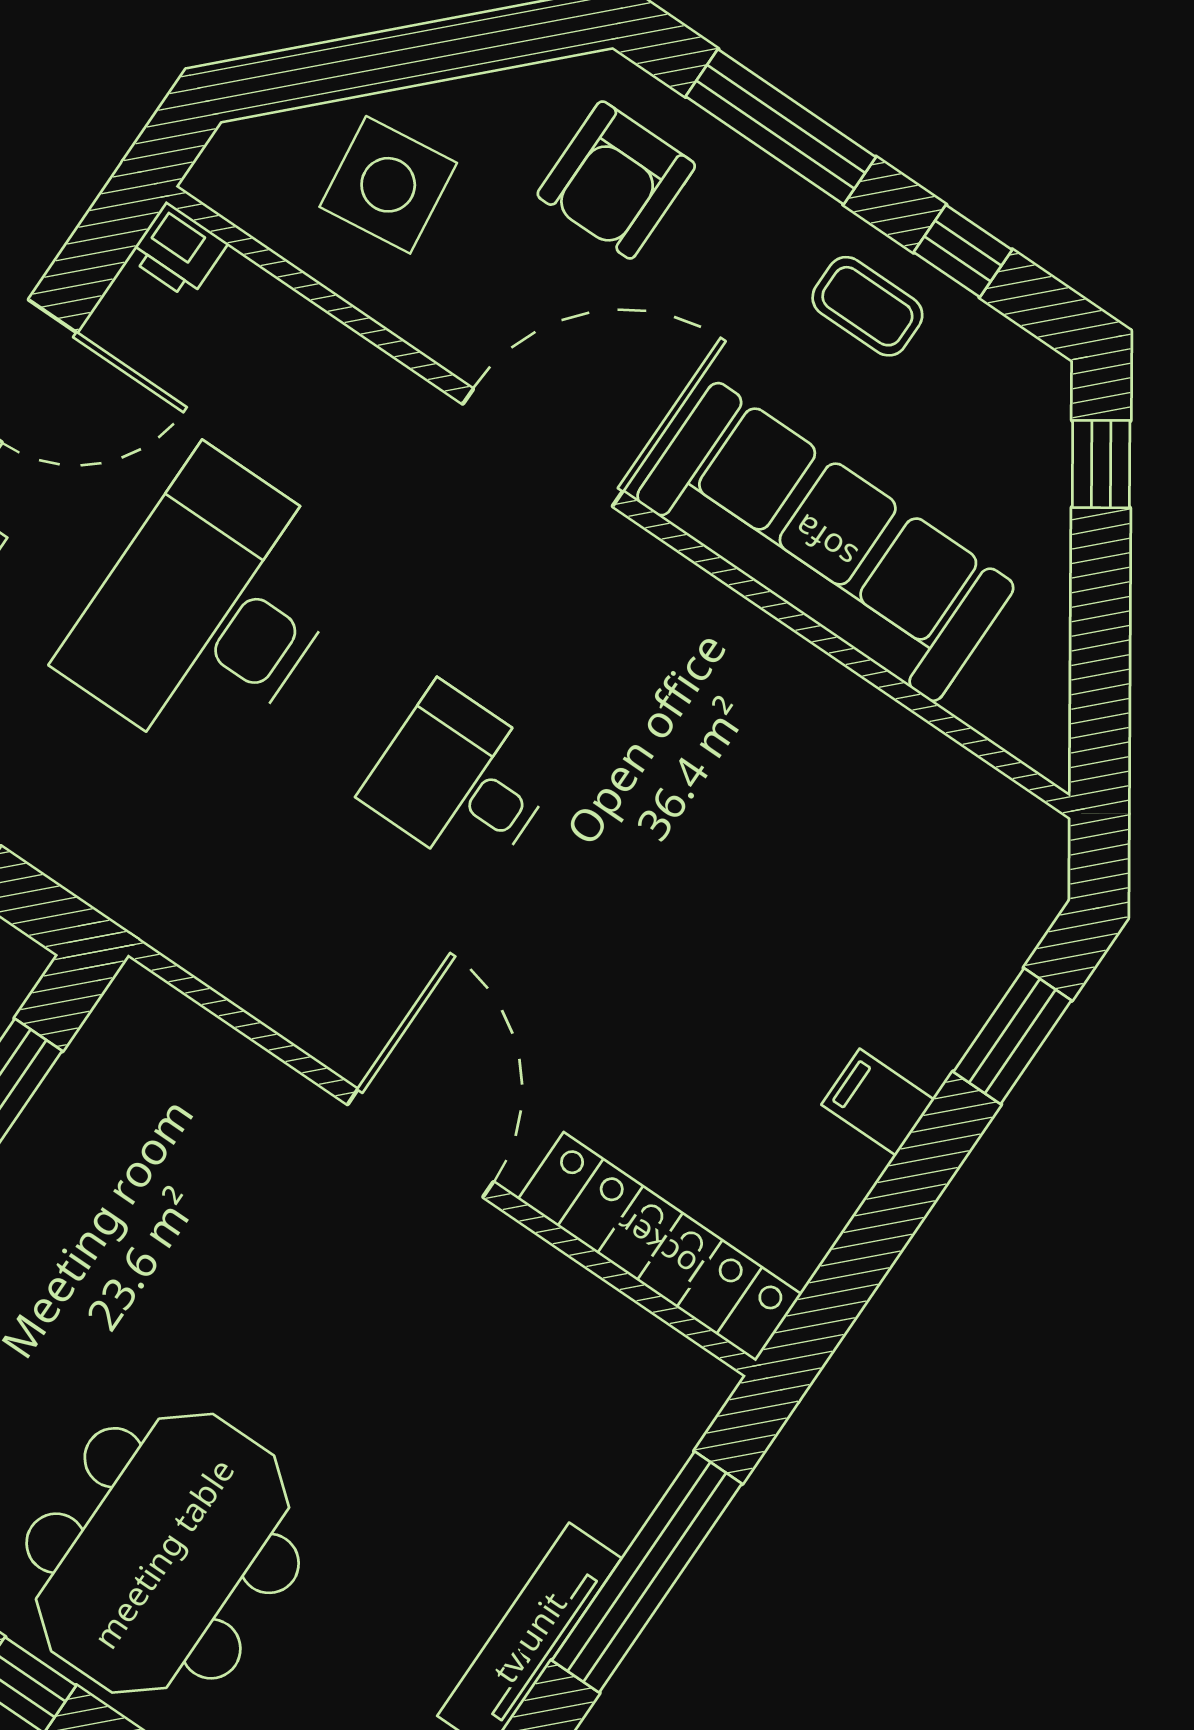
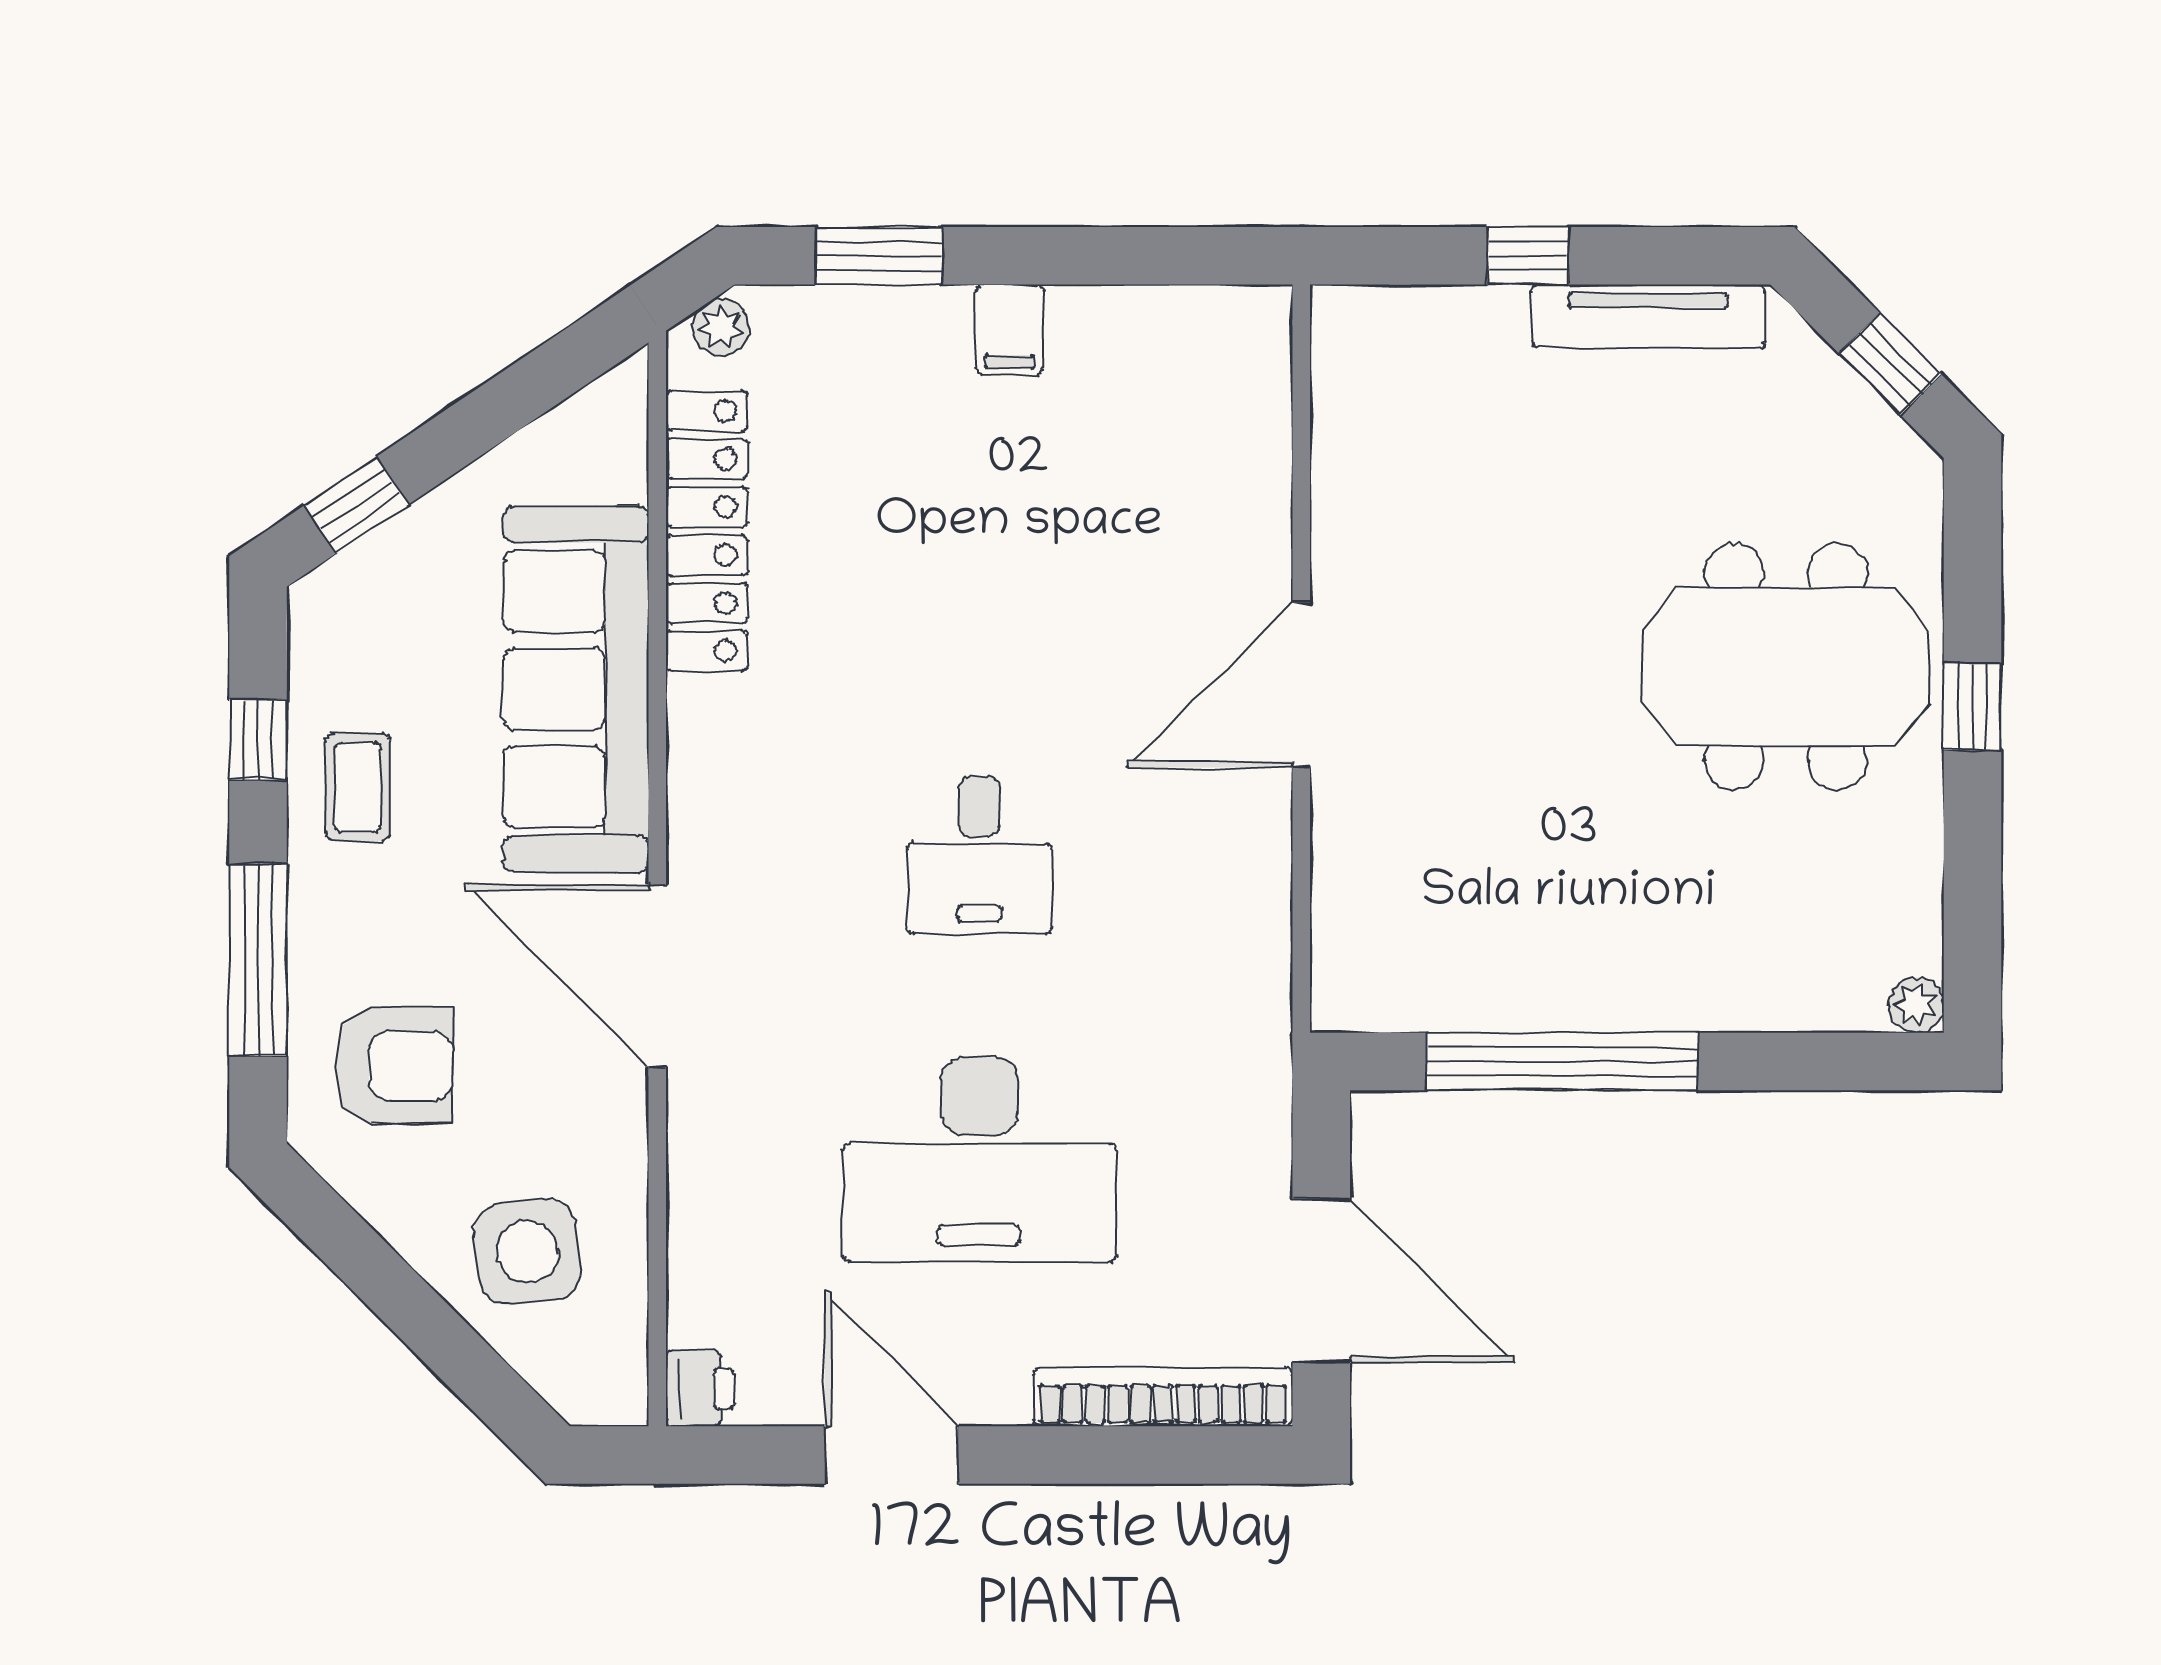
plant: (1042, 865) -> (721, 327), added
locker: (660, 1247) -> (707, 531), moved, turned 180
window: (647, 1572) -> (1528, 256), width x0.32

